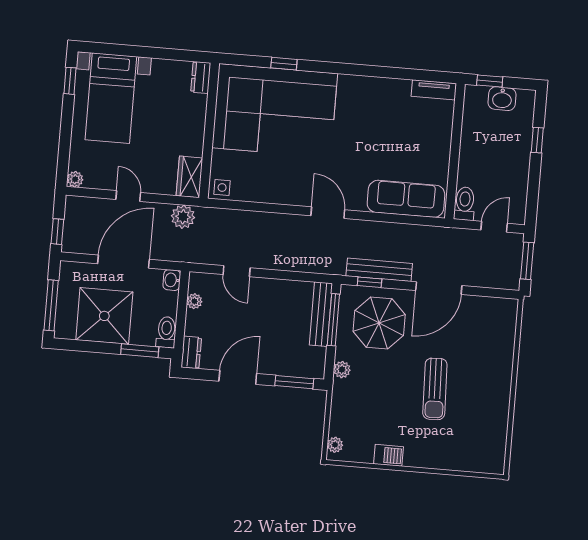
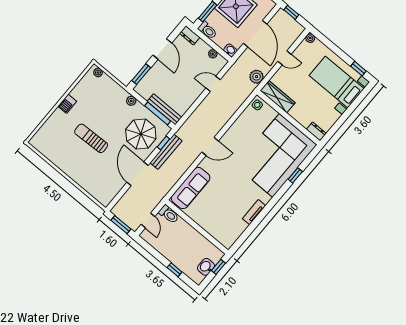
tv unit: (434, 90) -> (254, 212), moved
wardrobe: (189, 177) -> (278, 97), width x1.50
barbecue: (389, 455) -> (67, 104), moved

